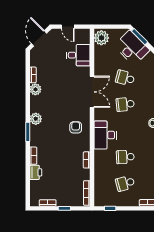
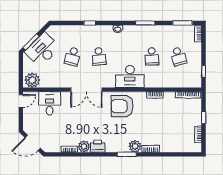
door: (68, 27) -> (21, 101), moved
double door: (92, 92) -> (86, 90), swing flipped
plant: (36, 119) -> (135, 146), moved
armchair: (76, 127) -> (122, 106), width x1.88, depth x1.88
printer: (36, 172) -> (98, 146), moved

